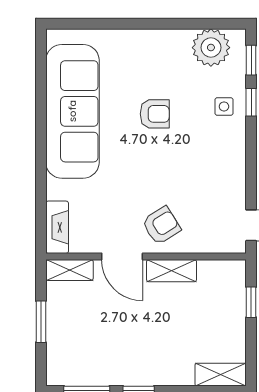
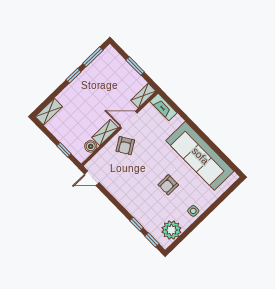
side table: (224, 106) -> (193, 211), moved
boiler: (210, 271) -> (91, 146), added

